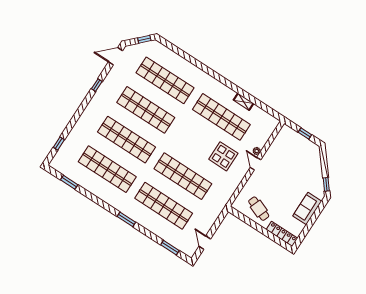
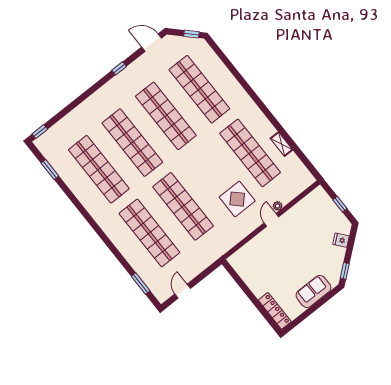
window: (59, 143) -> (40, 132), moved
fridge: (315, 161) -> (341, 240), added
cafe table: (259, 209) -> (258, 273), removed
window: (126, 219) -> (101, 234), removed

